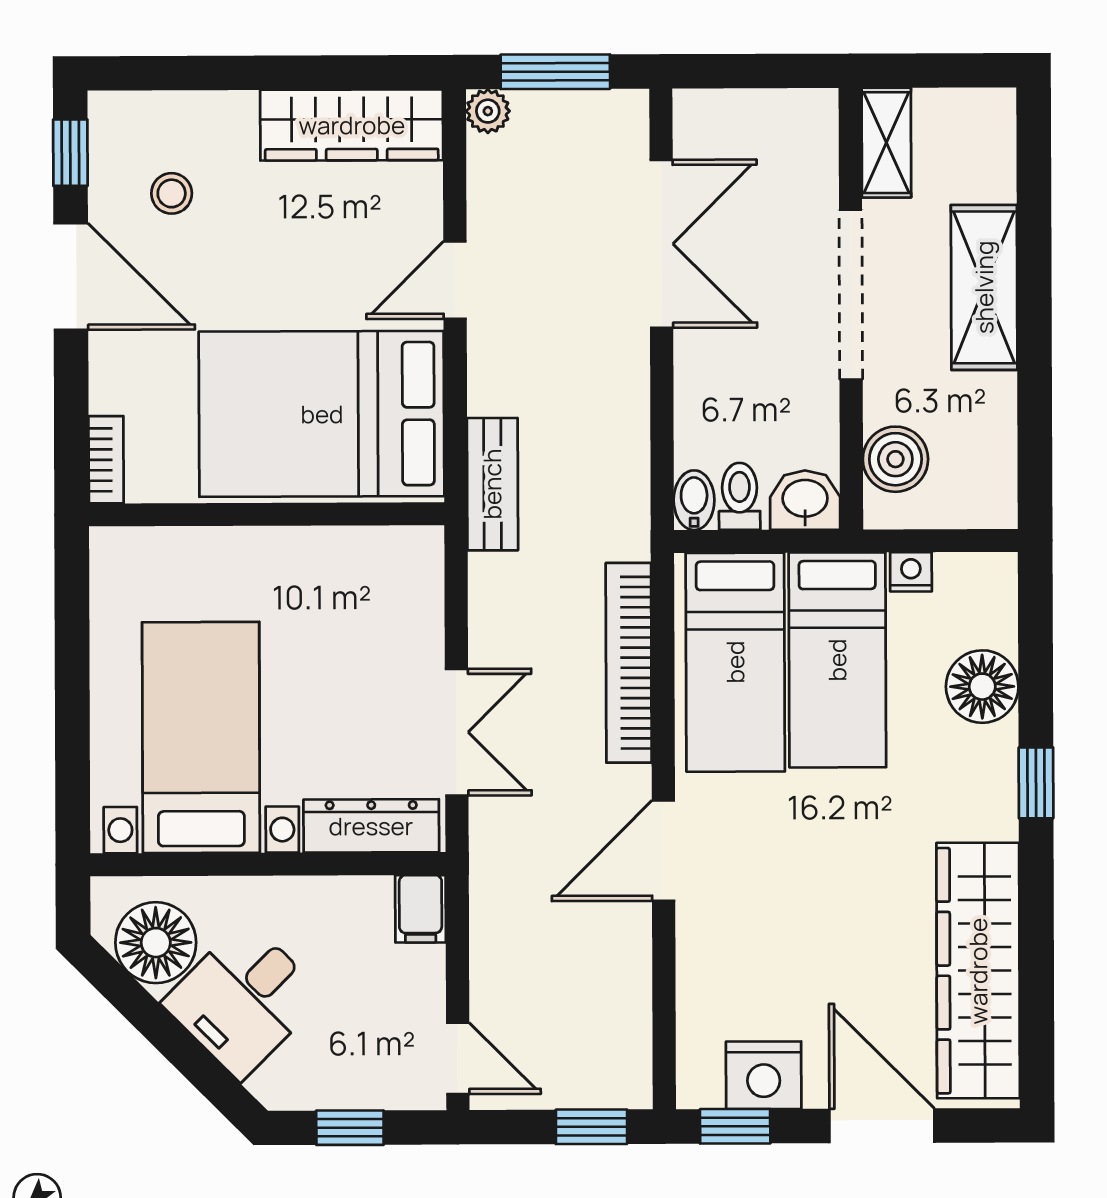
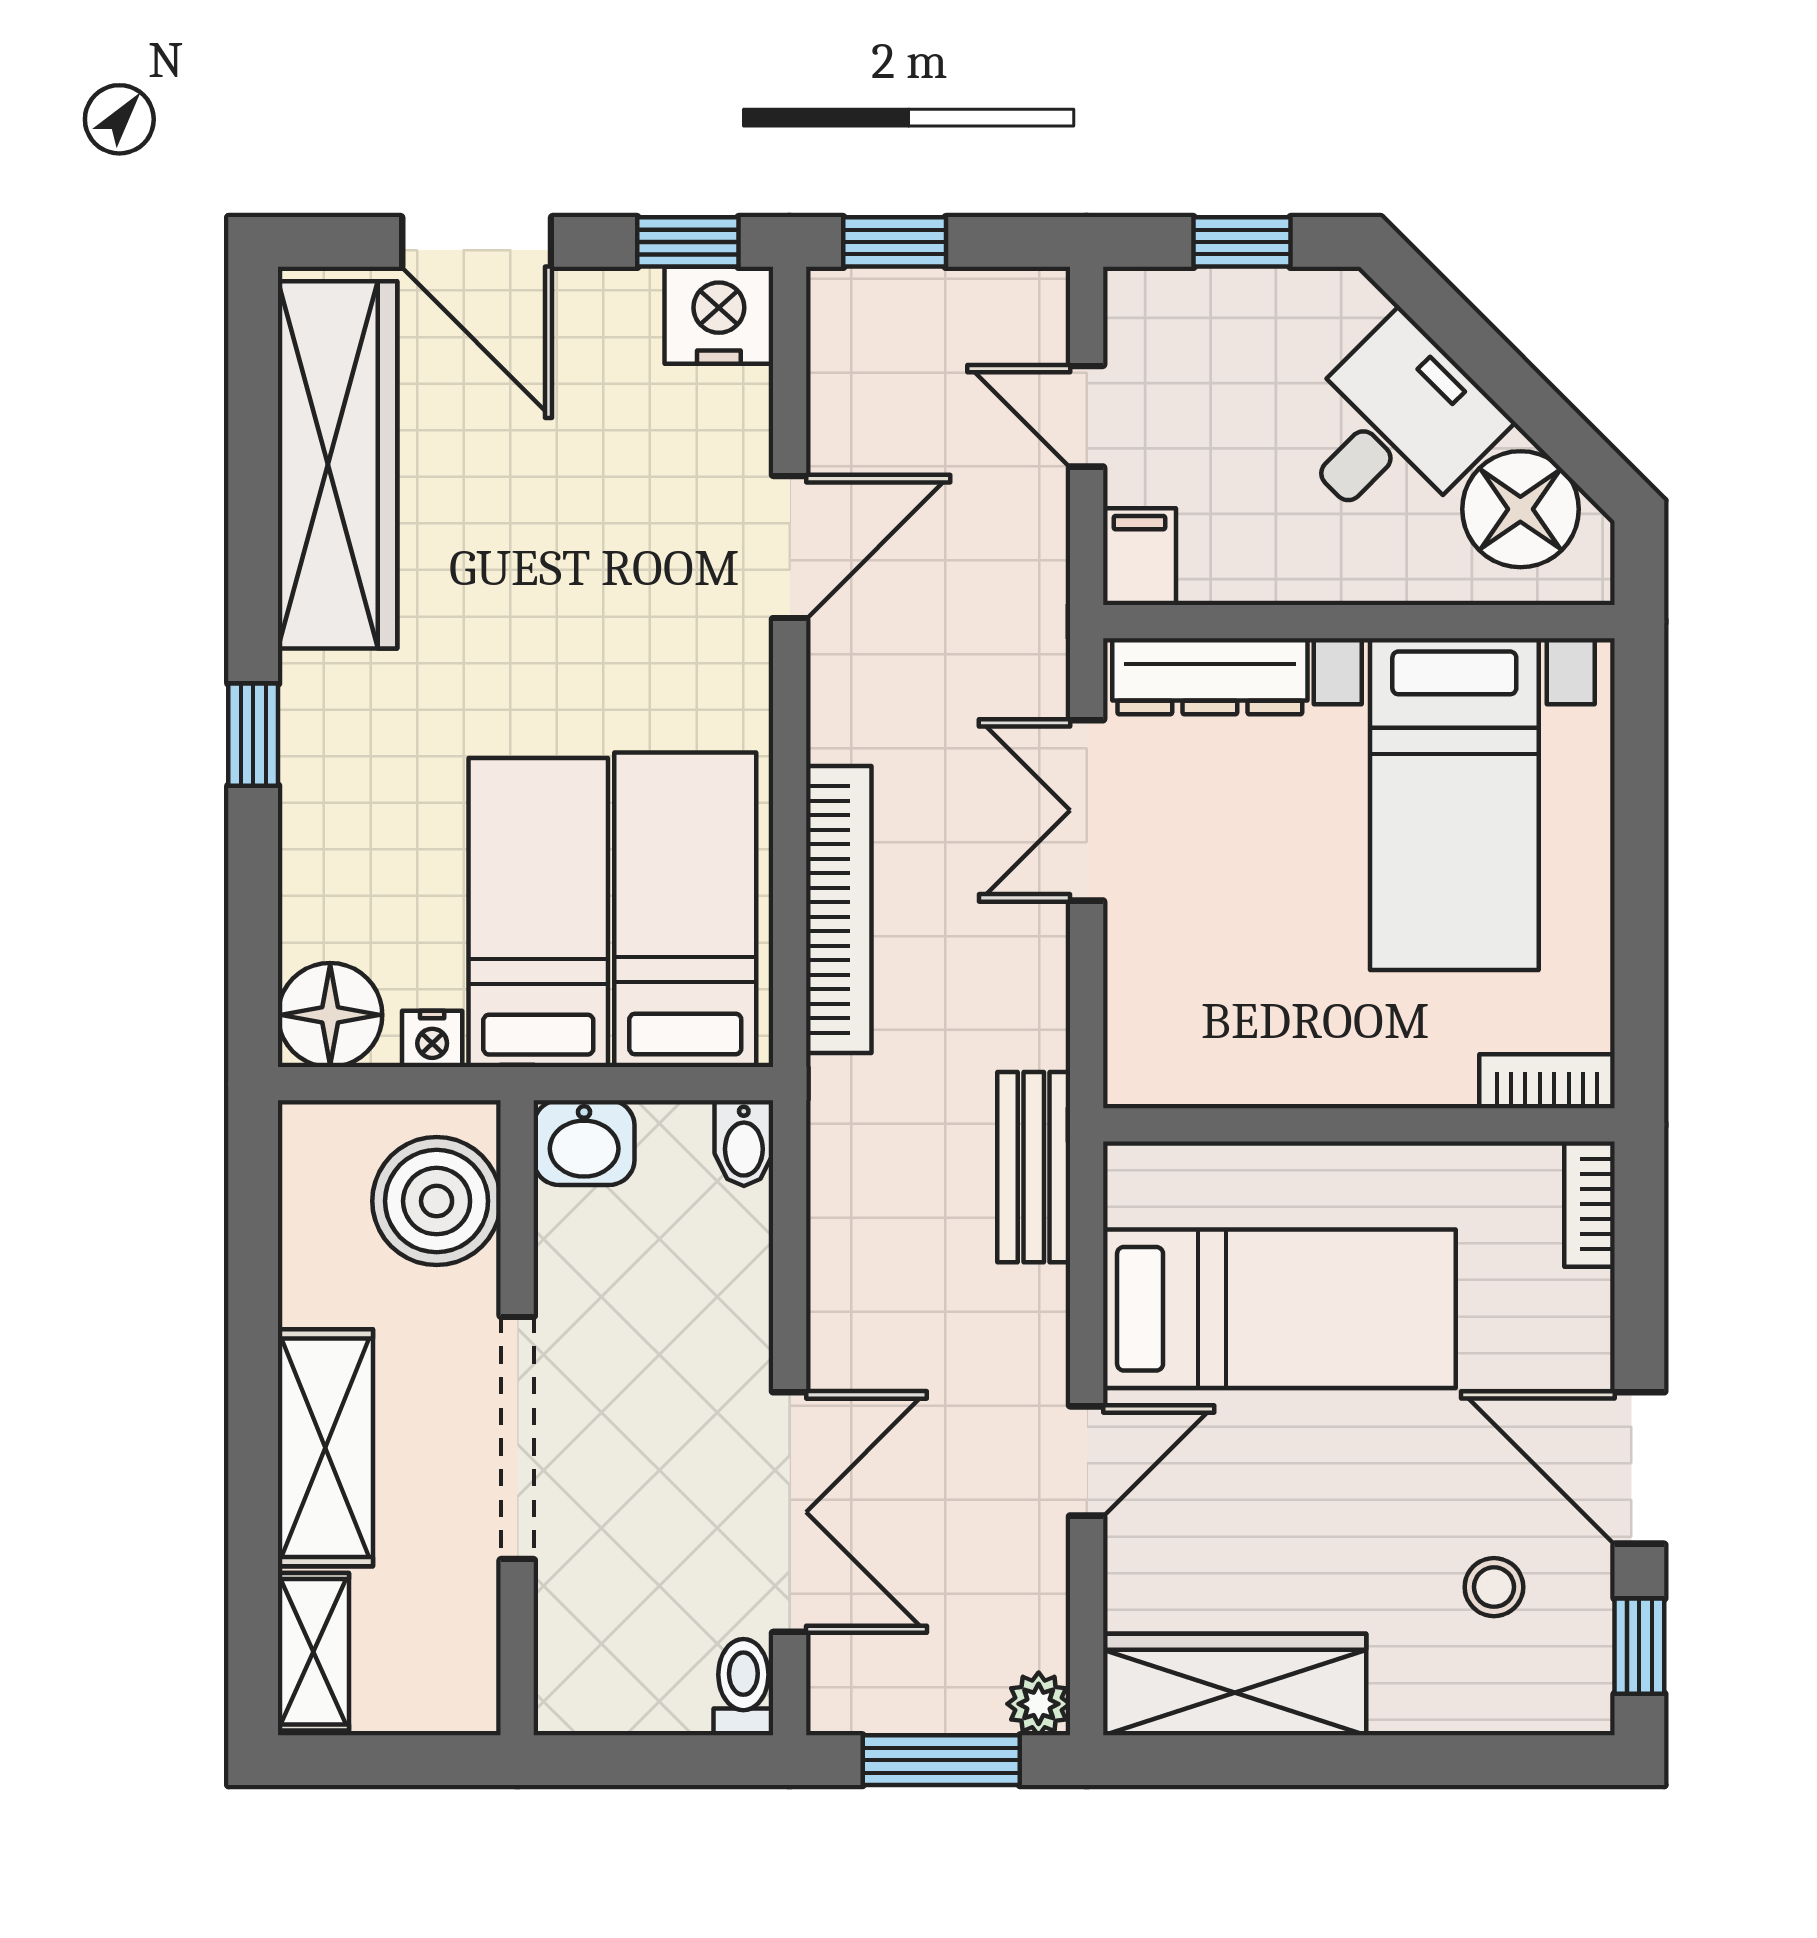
shelving: (886, 143) -> (313, 1652), moved
double door: (661, 244) -> (790, 1512), swing flipped
bed: (322, 414) -> (1279, 1309), width x0.67
boiler: (895, 459) -> (437, 1201), width x1.37, depth x1.37
toilet: (740, 496) -> (743, 1687), moved, turned 180
bookcase: (136, 545) -> (1547, 1081), added
floor lamp: (982, 687) -> (330, 1015), moved
door: (663, 851) -> (790, 547), moved
door: (458, 1058) -> (1087, 416), moved
nightstand: (764, 1075) -> (719, 315), moved

